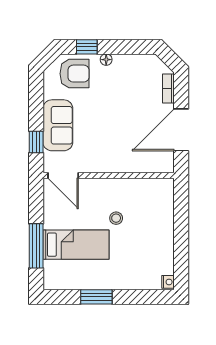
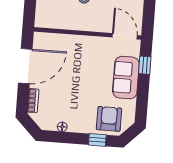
floor lamp: (106, 60) -> (62, 127), moved
armchair: (74, 74) -> (109, 119), turned 90

